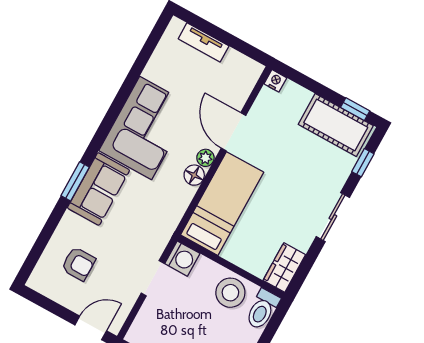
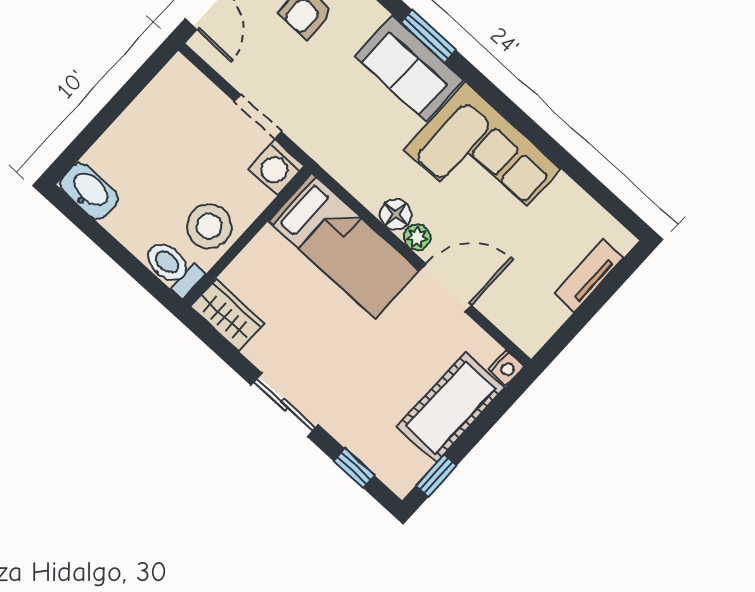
cot: (336, 125) -> (451, 407), moved

